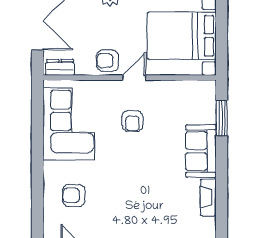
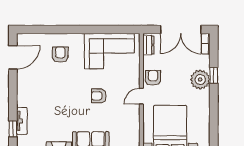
door: (134, 78) -> (141, 96), swing flipped
armchair: (132, 121) -> (99, 96), moved

